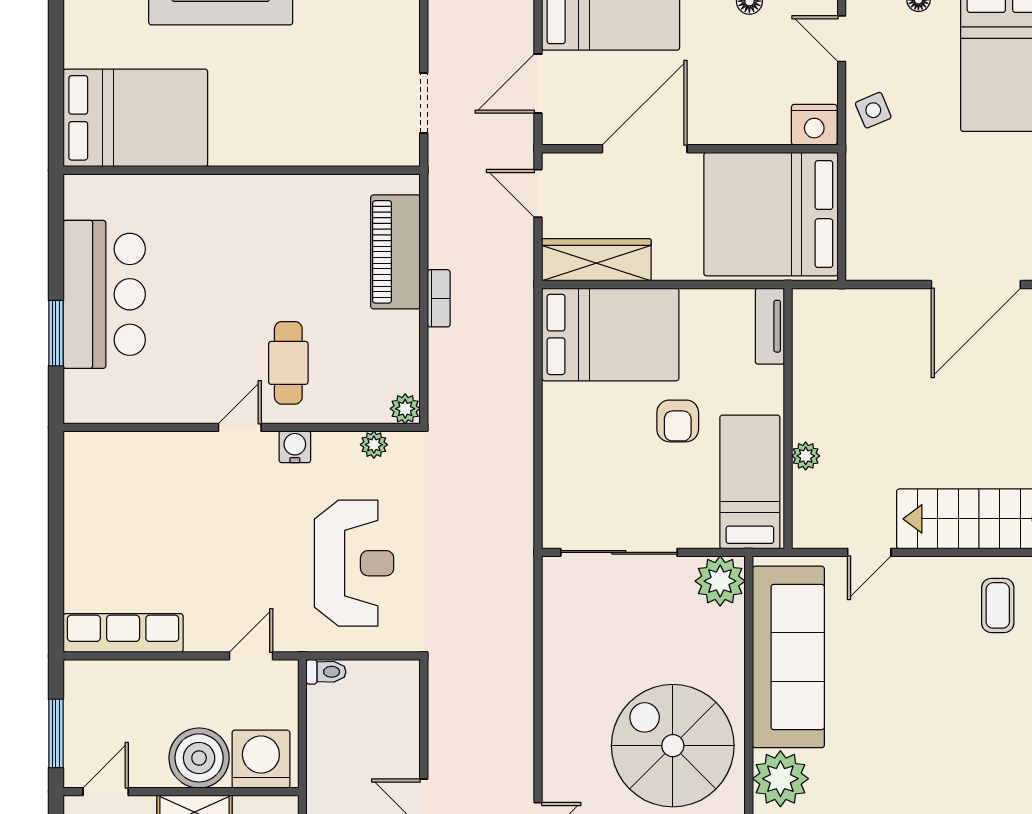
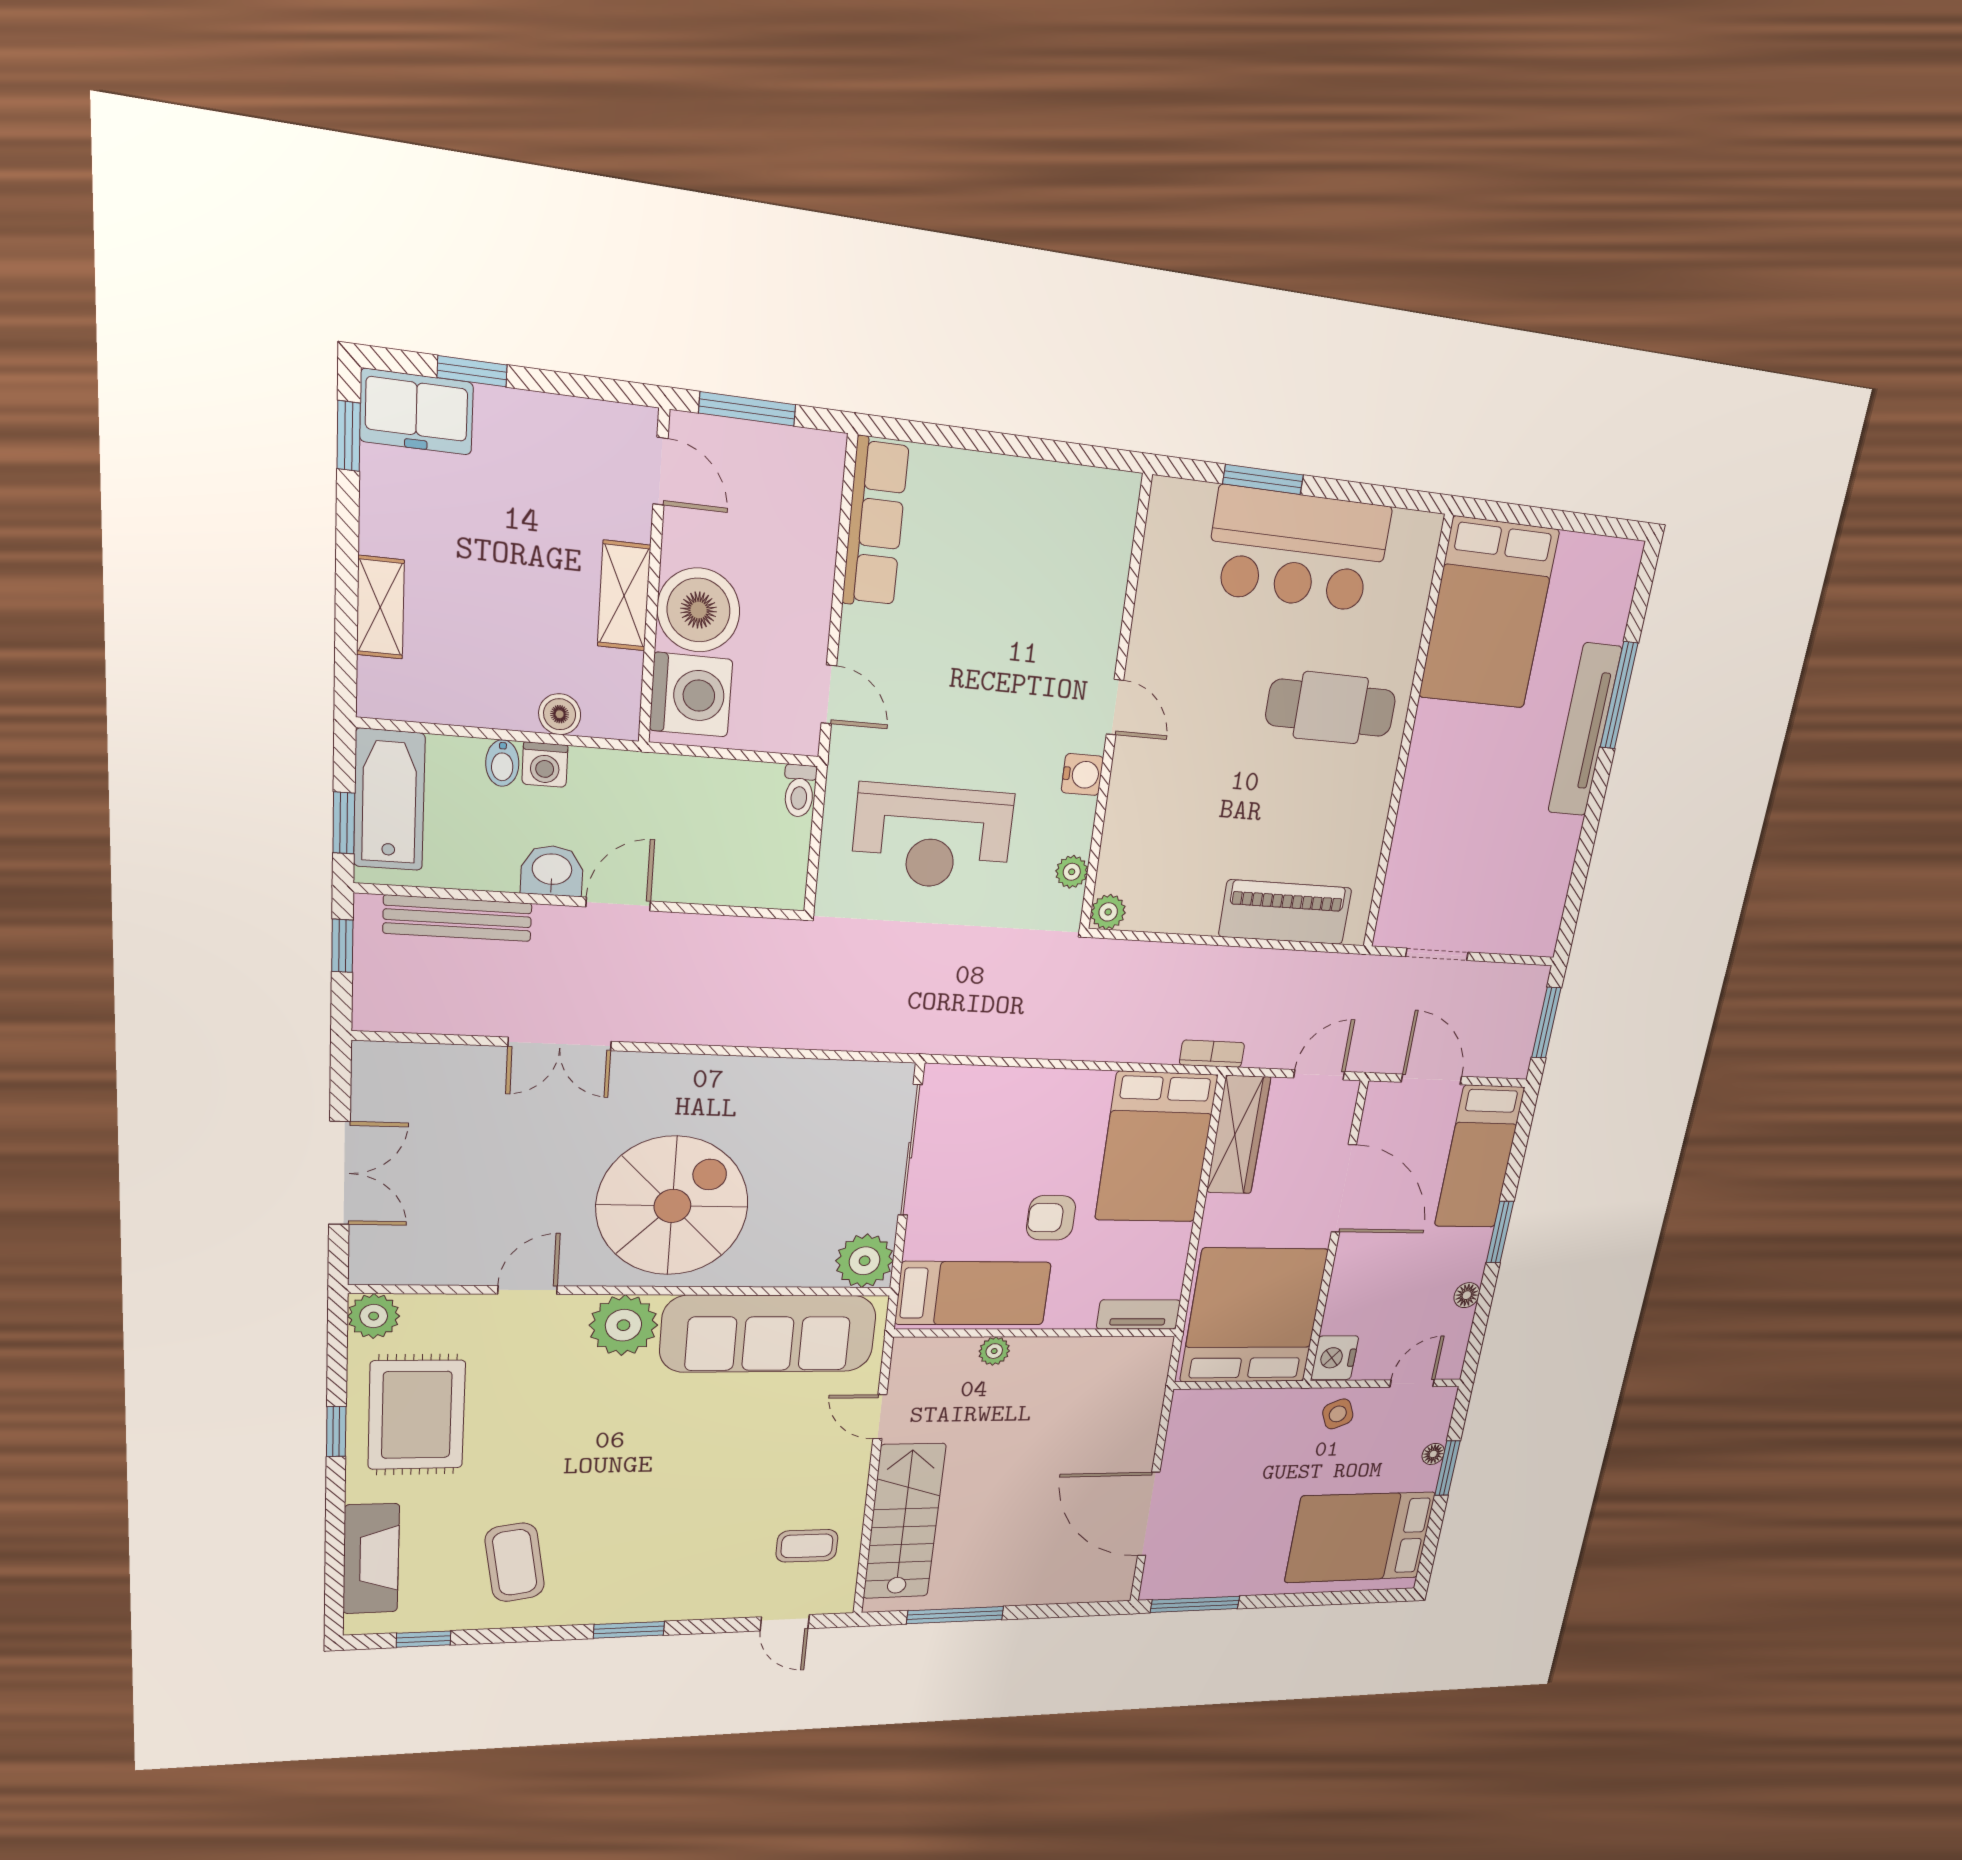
bookcase: (439, 298) -> (1212, 1054), moved, turned 180
cafe table: (288, 363) -> (1331, 708), moved, width x1.37, depth x1.35

